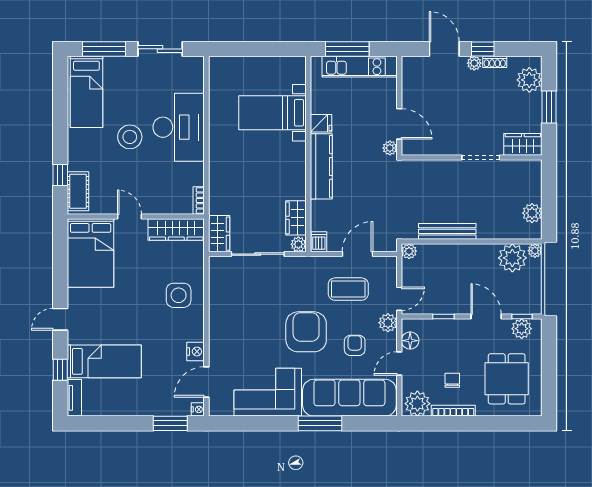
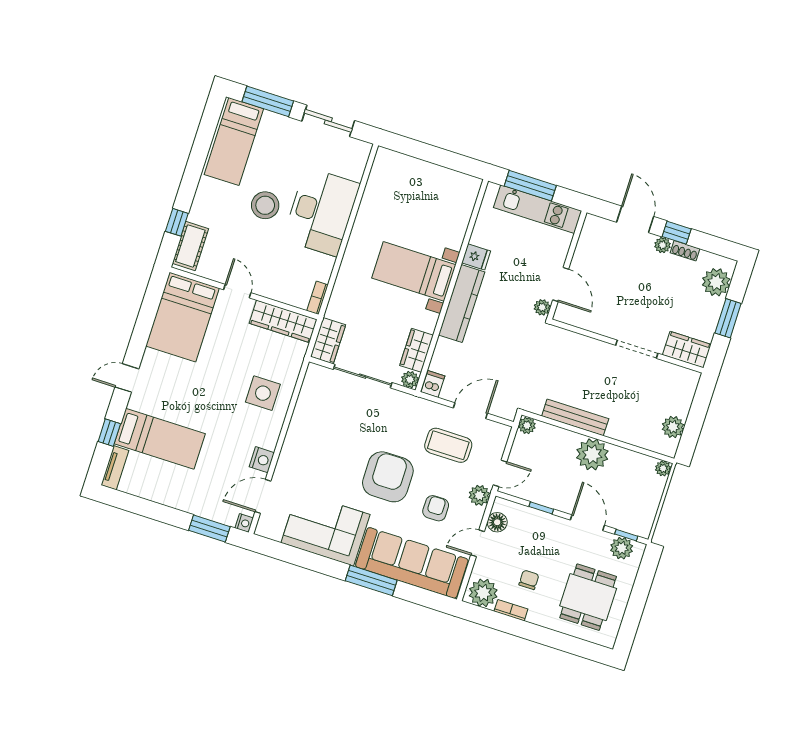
bed with nightstands: (272, 113) -> (414, 271), moved
plant: (512, 258) -> (592, 454), moved
bookcase: (453, 411) -> (511, 610), width x0.64

